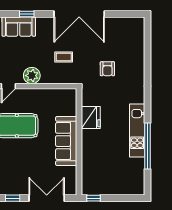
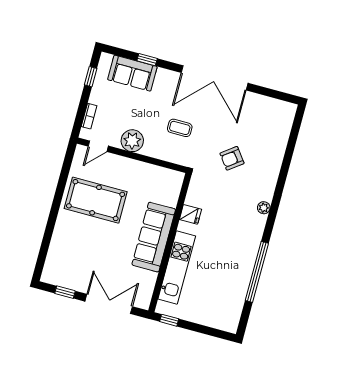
armchair: (107, 69) -> (232, 158), turned 53
plant: (140, 98) -> (264, 208), added
fridge: (91, 117) -> (190, 214), width x0.53, depth x0.75
kitchen unit: (137, 131) -> (177, 267), moved, turned 180

